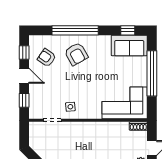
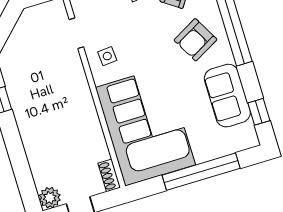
sofa: (129, 45) -> (227, 96), moved
corner sofa: (125, 103) -> (145, 126), width x1.36, depth x1.36

